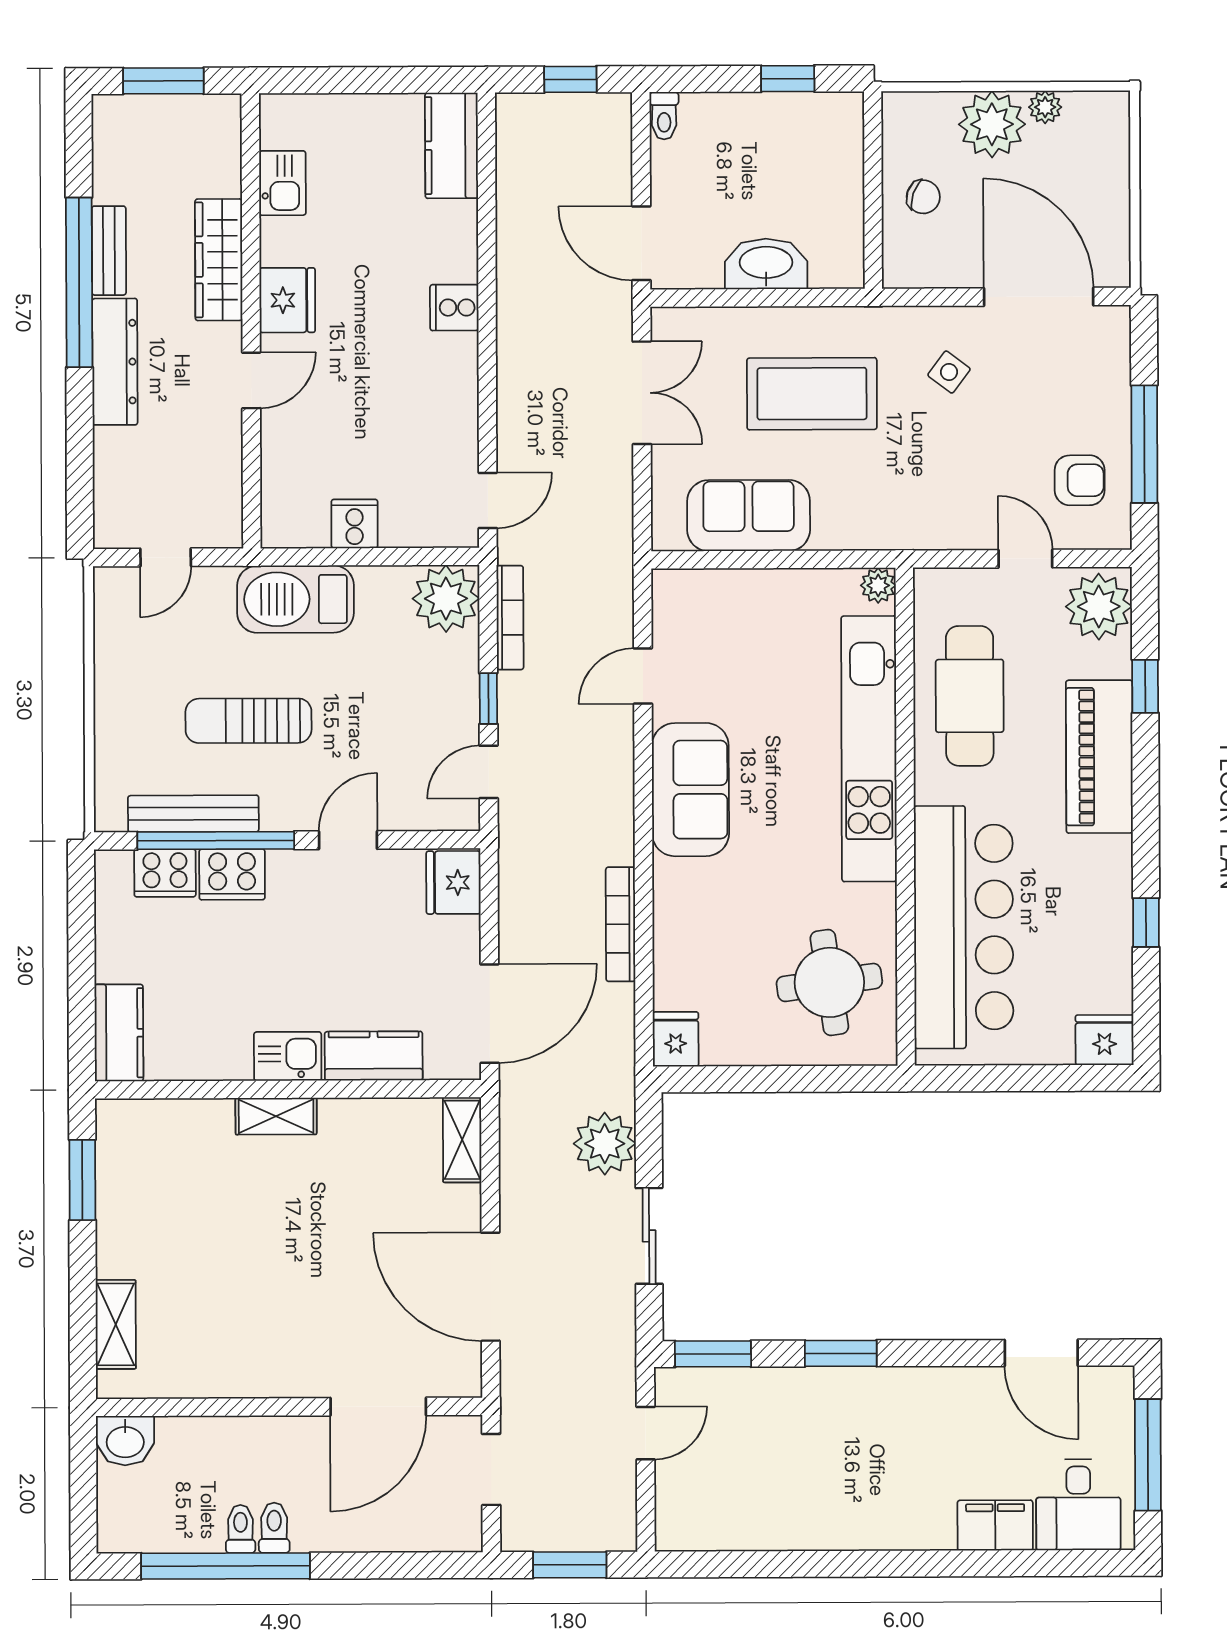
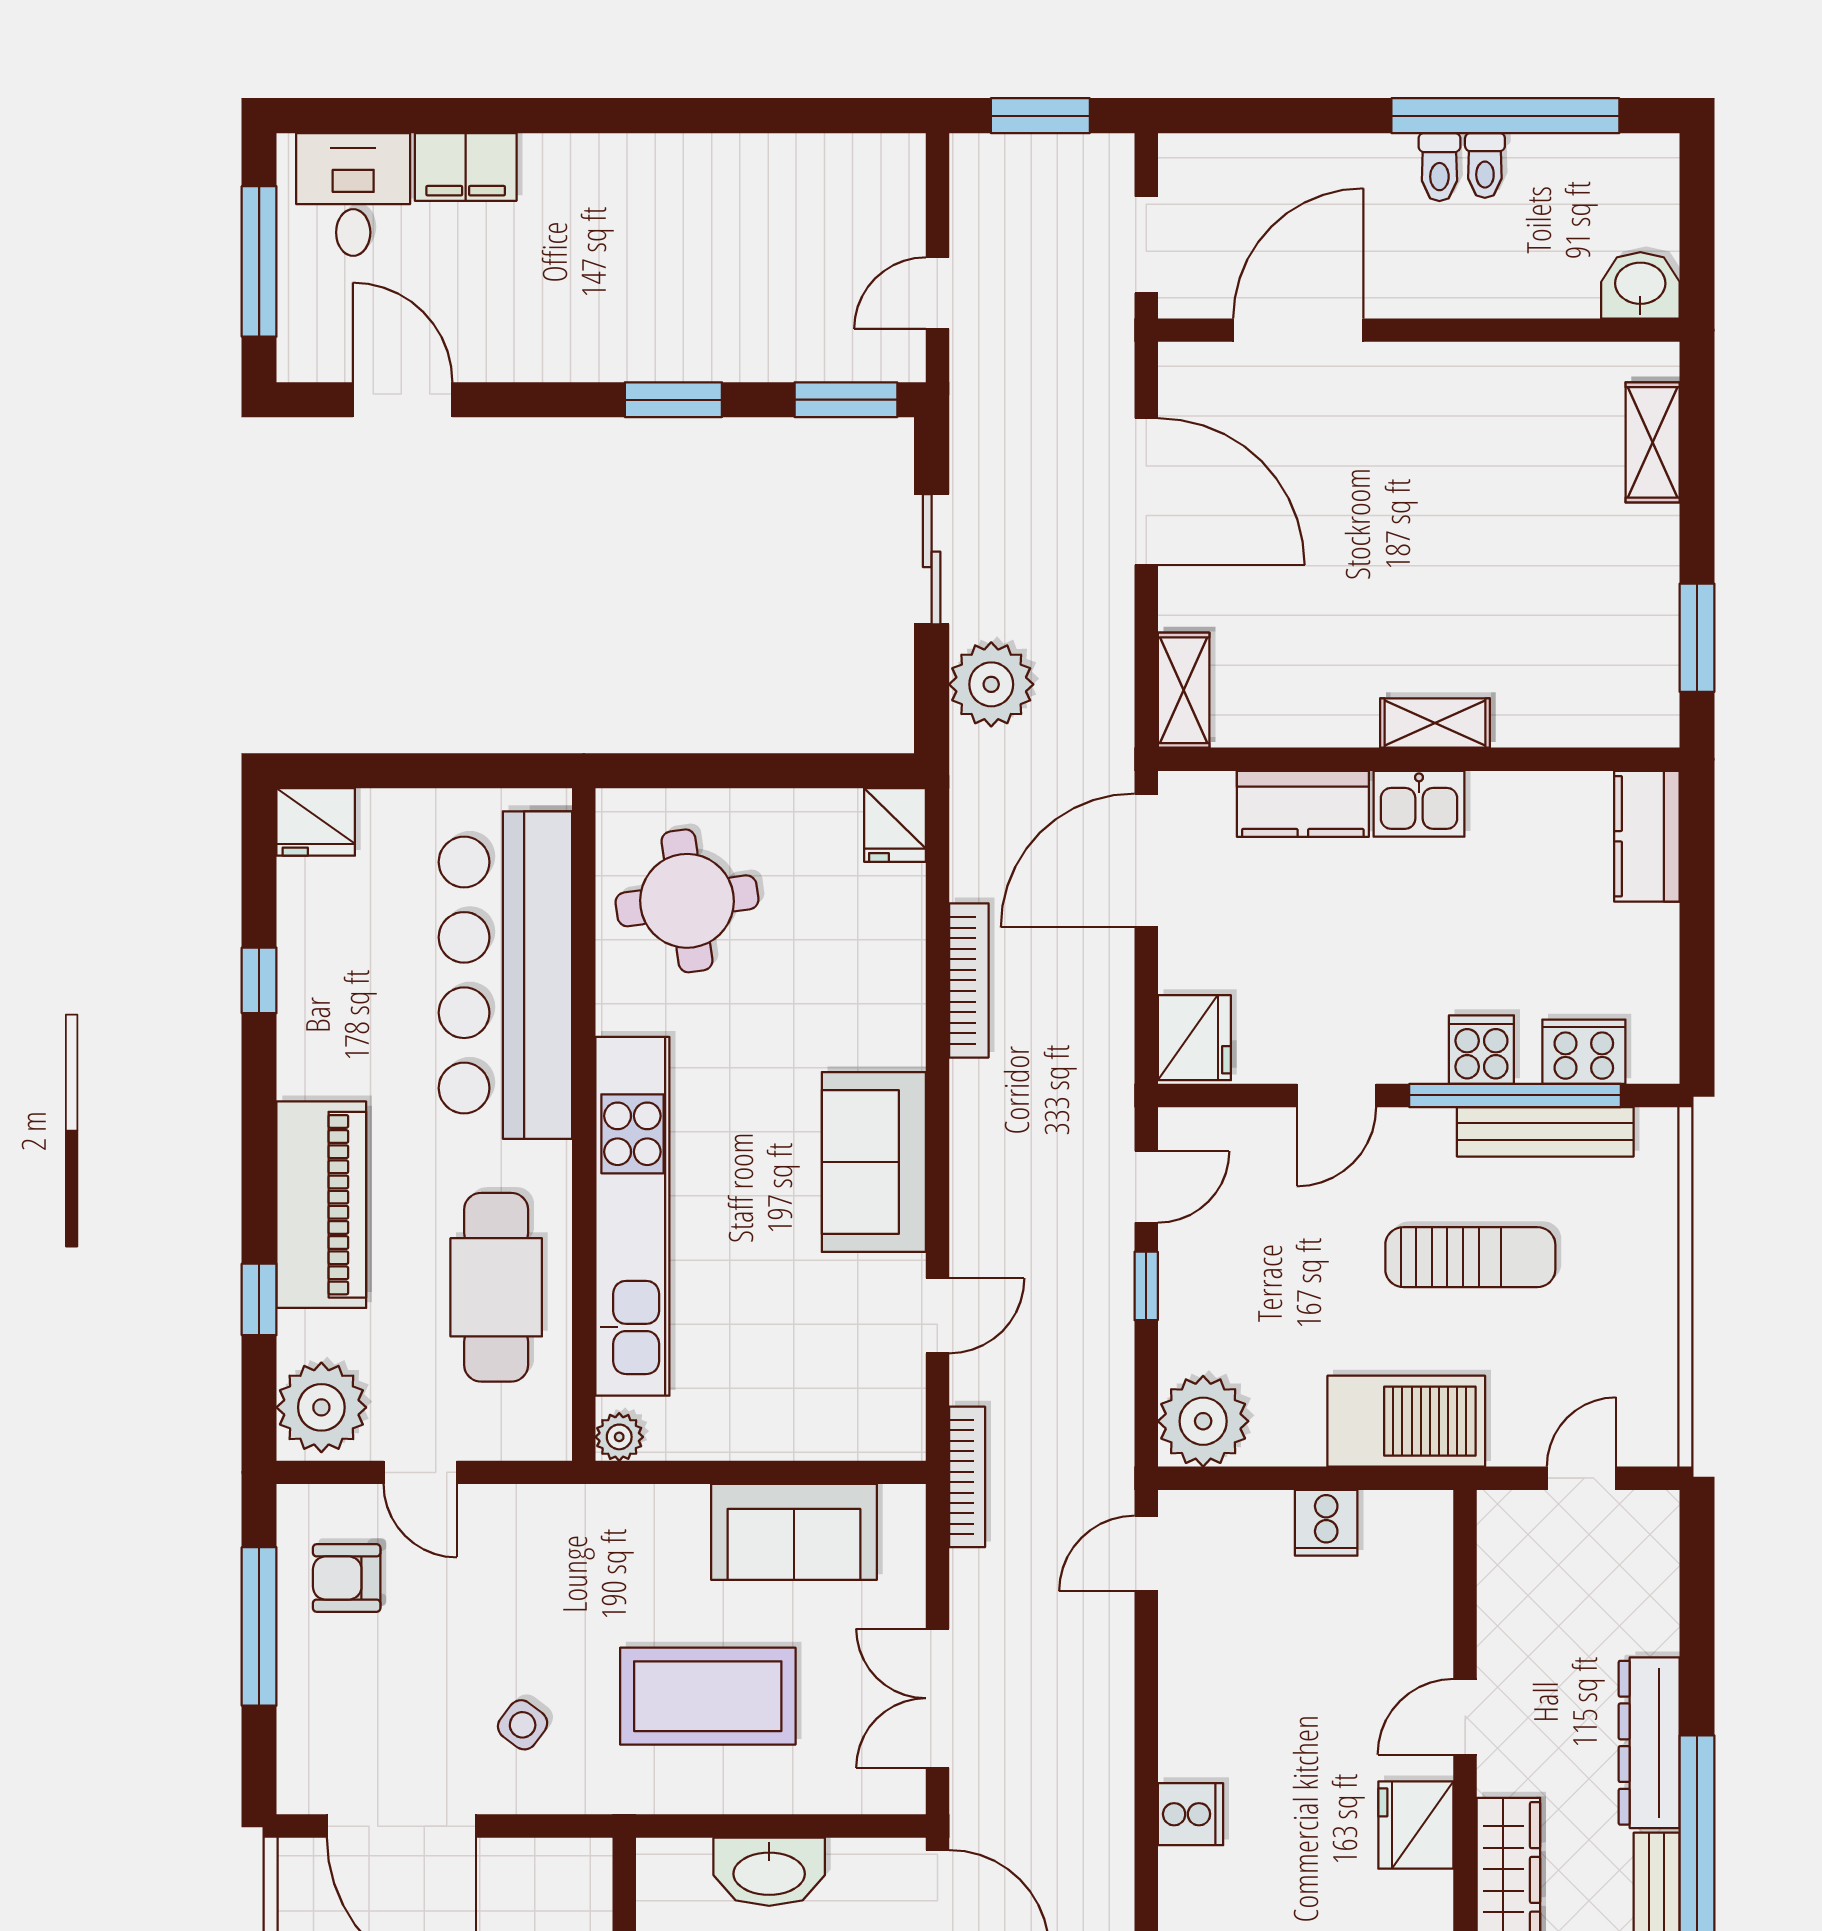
bookcase: (510, 618) -> (967, 1477), moved, turned 180
cooker: (232, 874) -> (1481, 1050), width x0.73

